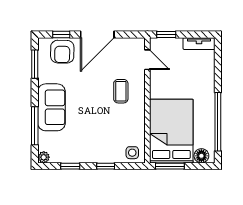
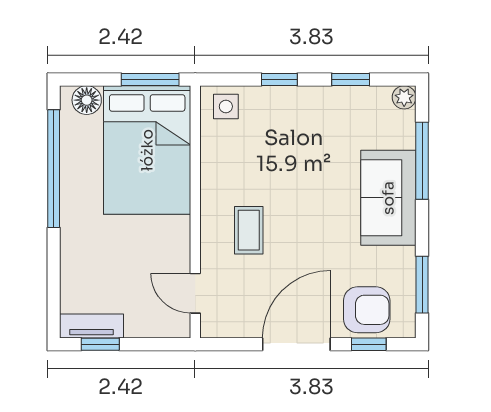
window: (166, 34) -> (100, 344), moved
armchair: (62, 52) -> (367, 310), turned 89

